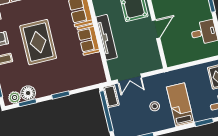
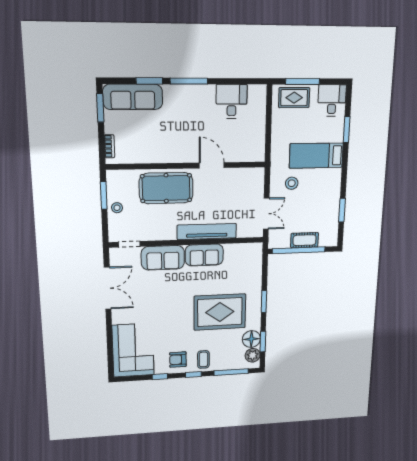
rug: (38, 42) -> (220, 312), moved
cot: (111, 96) -> (305, 240), moved
stool: (155, 106) -> (292, 183), moved

